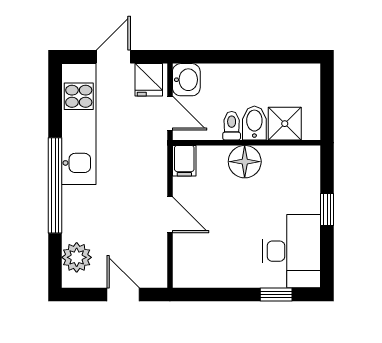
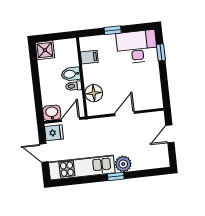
shower: (285, 124) -> (45, 50), moved
filing cabinet: (184, 161) -> (89, 57), moved
floor lamp: (245, 162) -> (94, 93), moved
window: (55, 185) -> (116, 176), width x0.32
plant: (77, 257) -> (123, 164), moved

